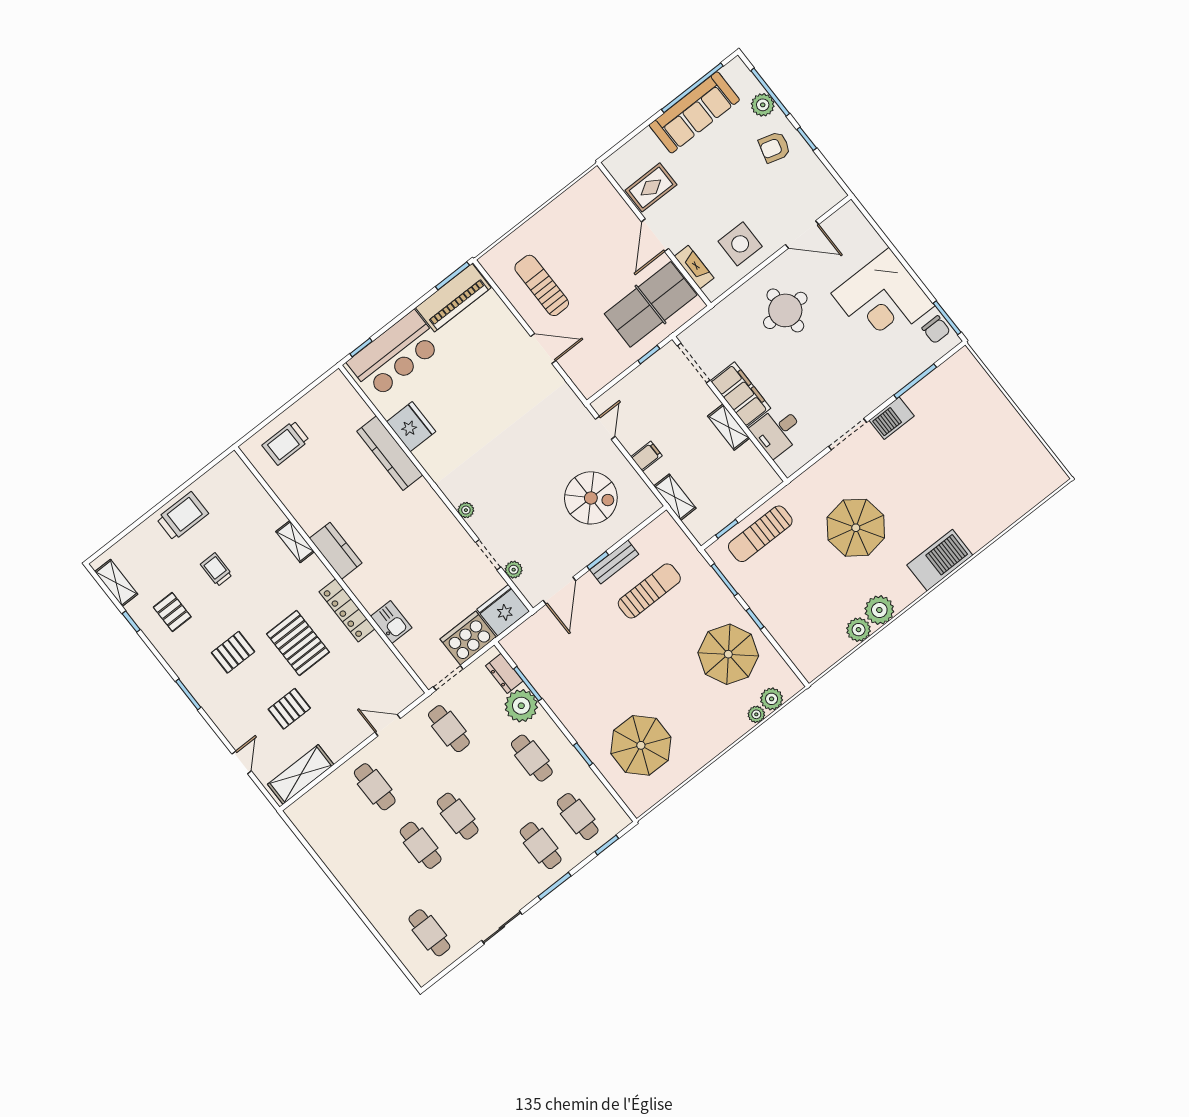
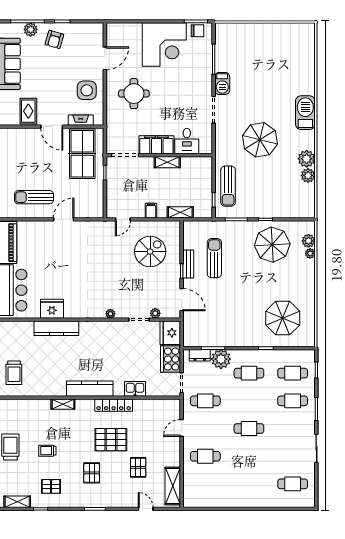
door: (605, 428) -> (123, 219), swing flipped
kitchen counter: (336, 551) -> (90, 389), width x1.50
cafe table: (421, 845) -> (249, 456), removed

